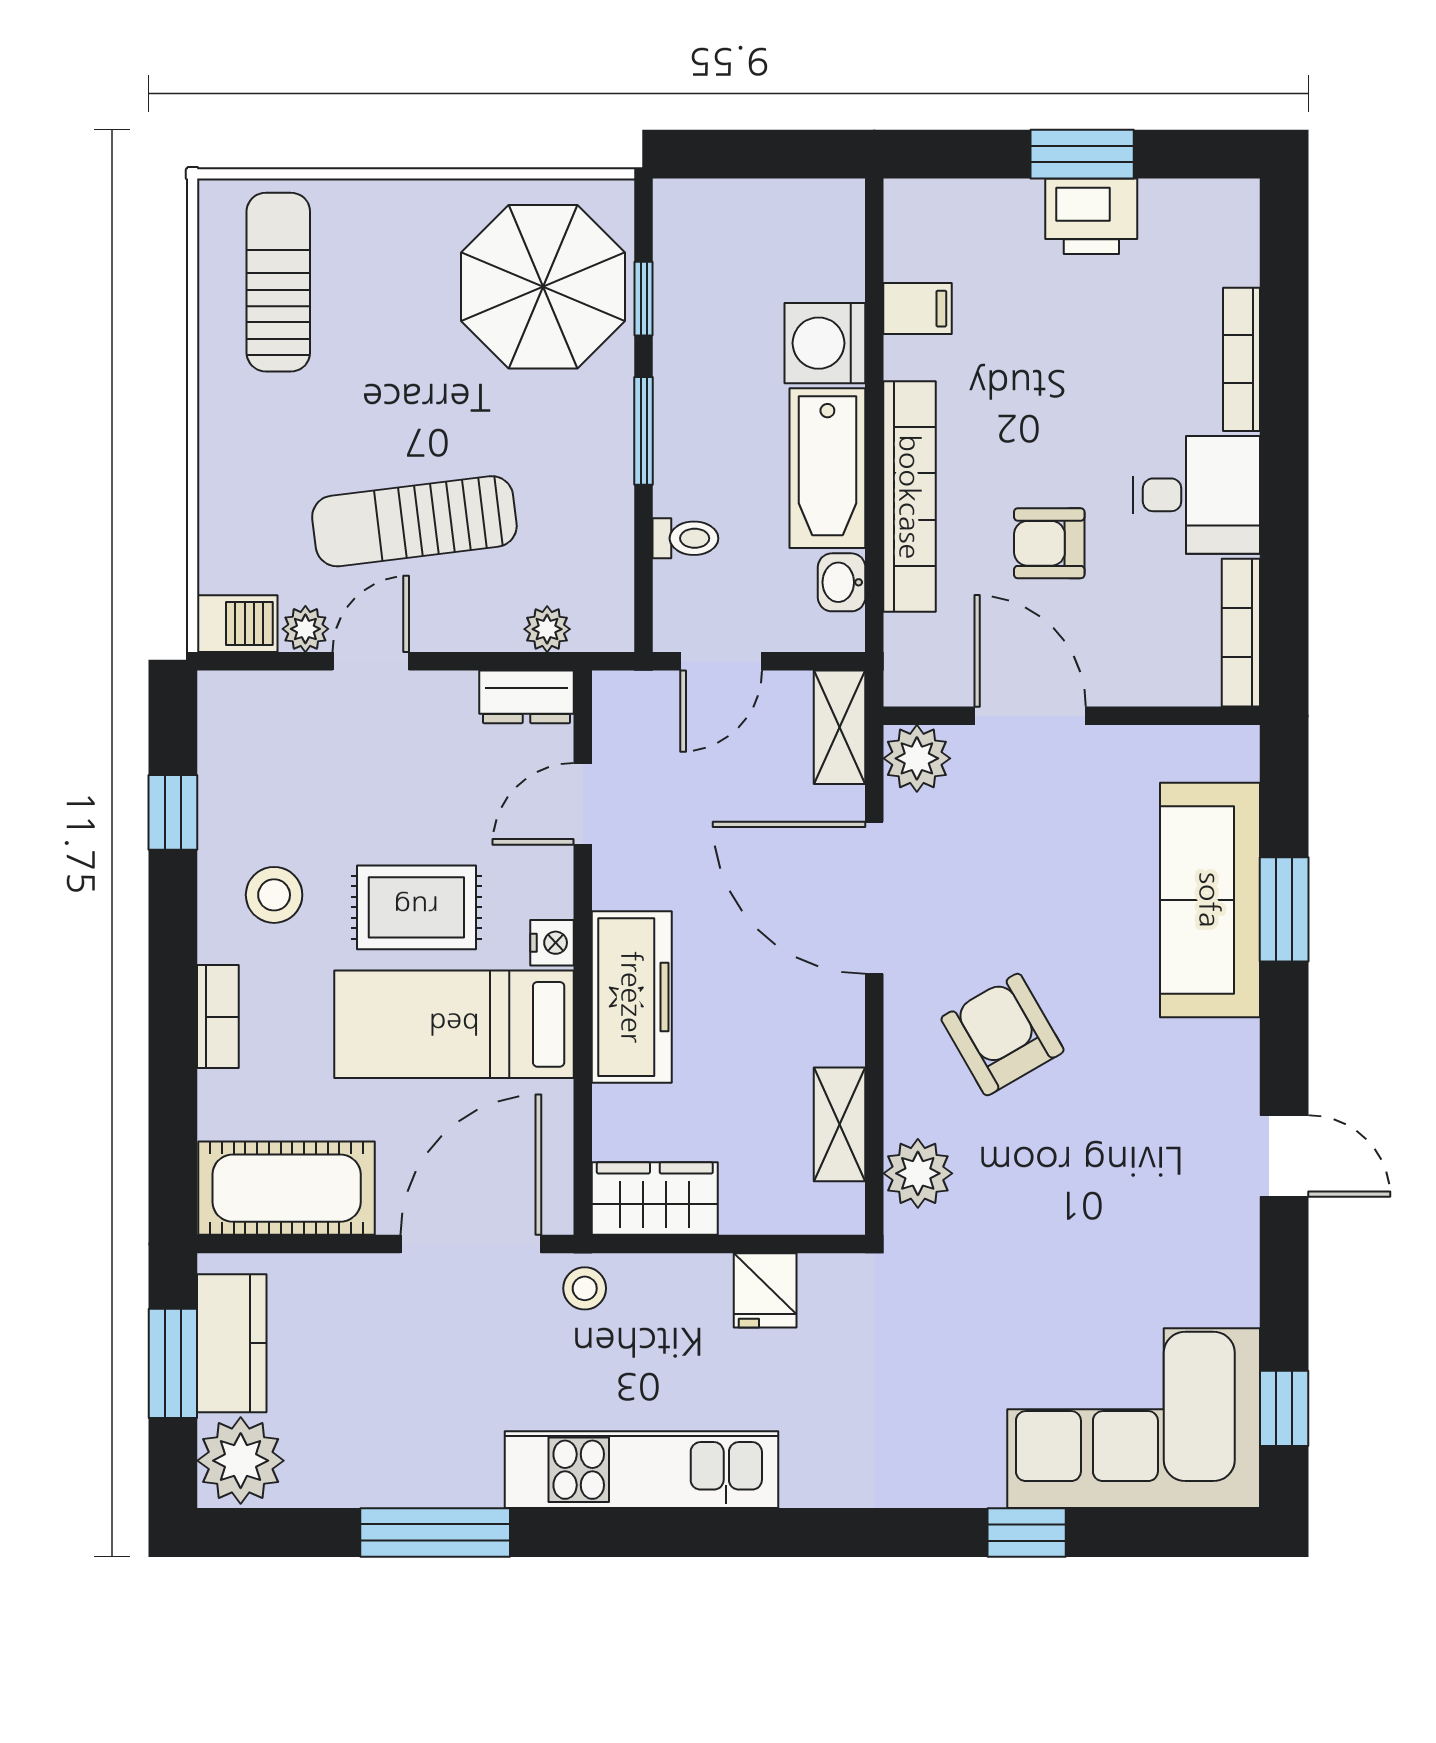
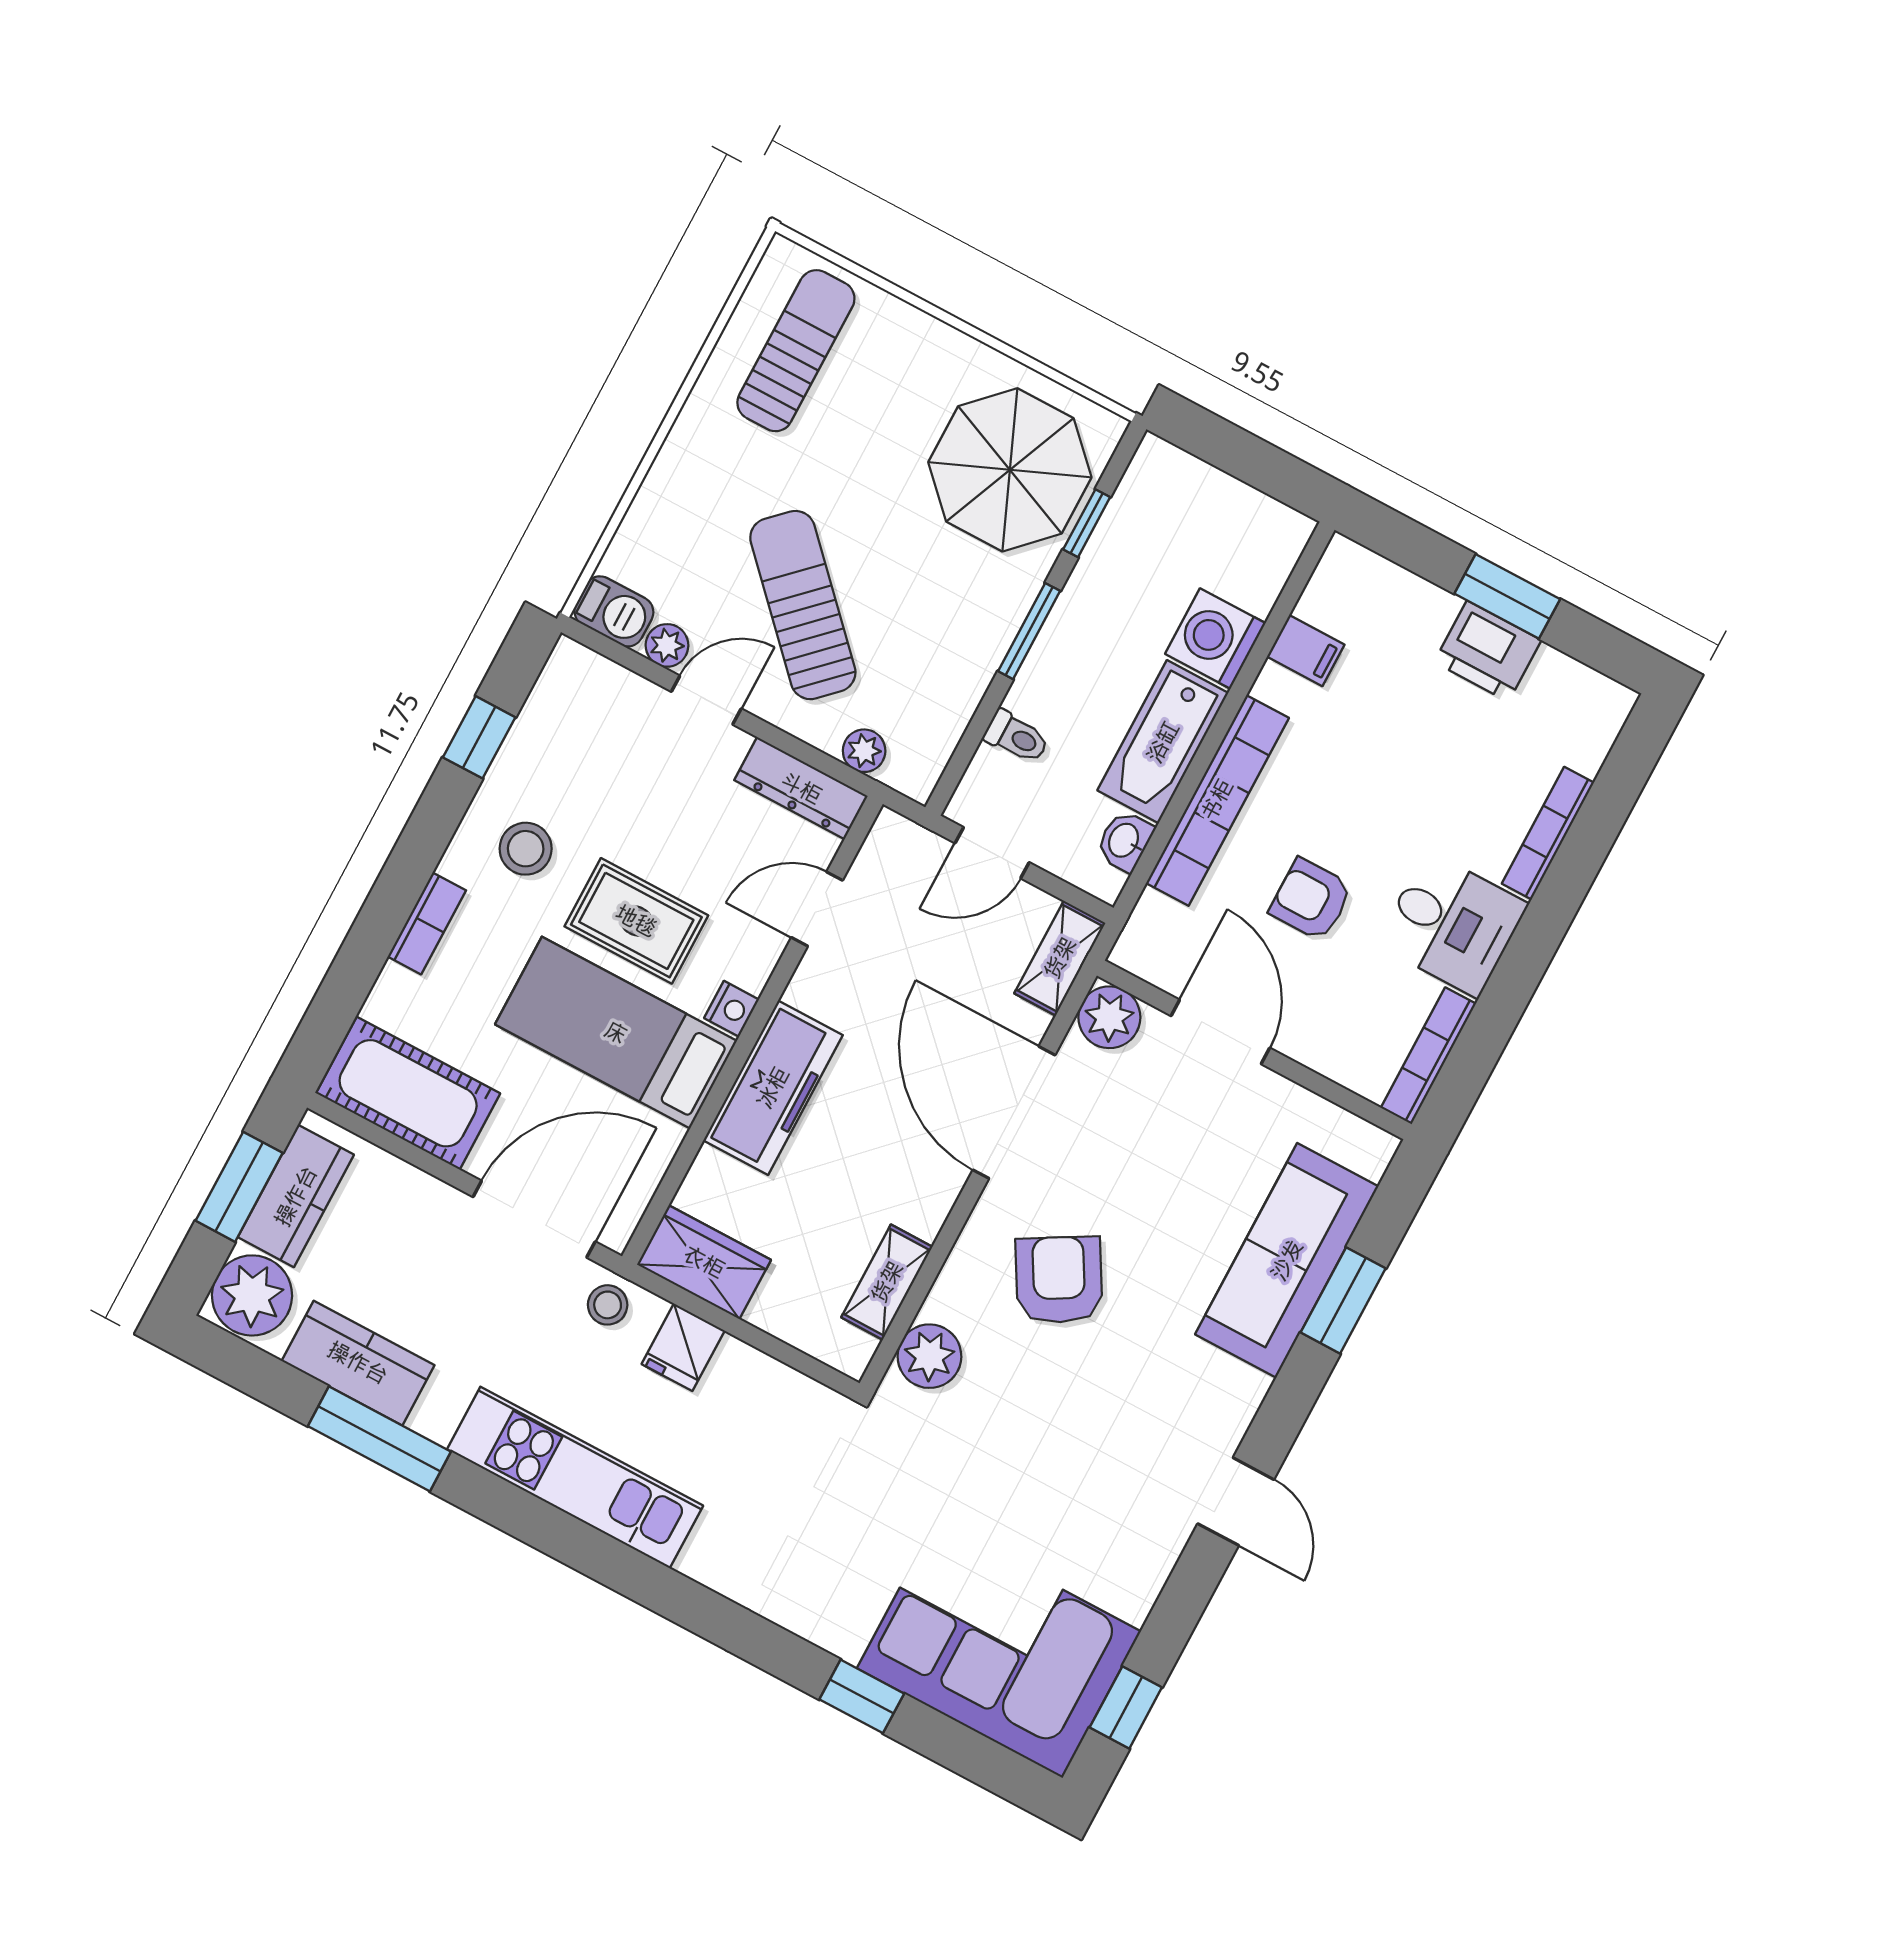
sun lounger: (414, 521) -> (803, 605), turned 53
dresser: (527, 697) -> (801, 788), width x1.44
fridge: (765, 1290) -> (683, 1347), moved
kitchen counter: (376, 1471) -> (358, 1363), added

